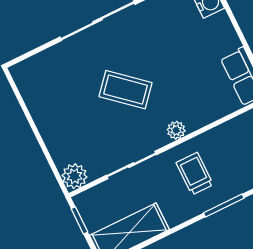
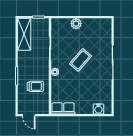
trolley: (195, 174) -> (35, 86), moved
plant: (74, 176) -> (76, 24), moved

